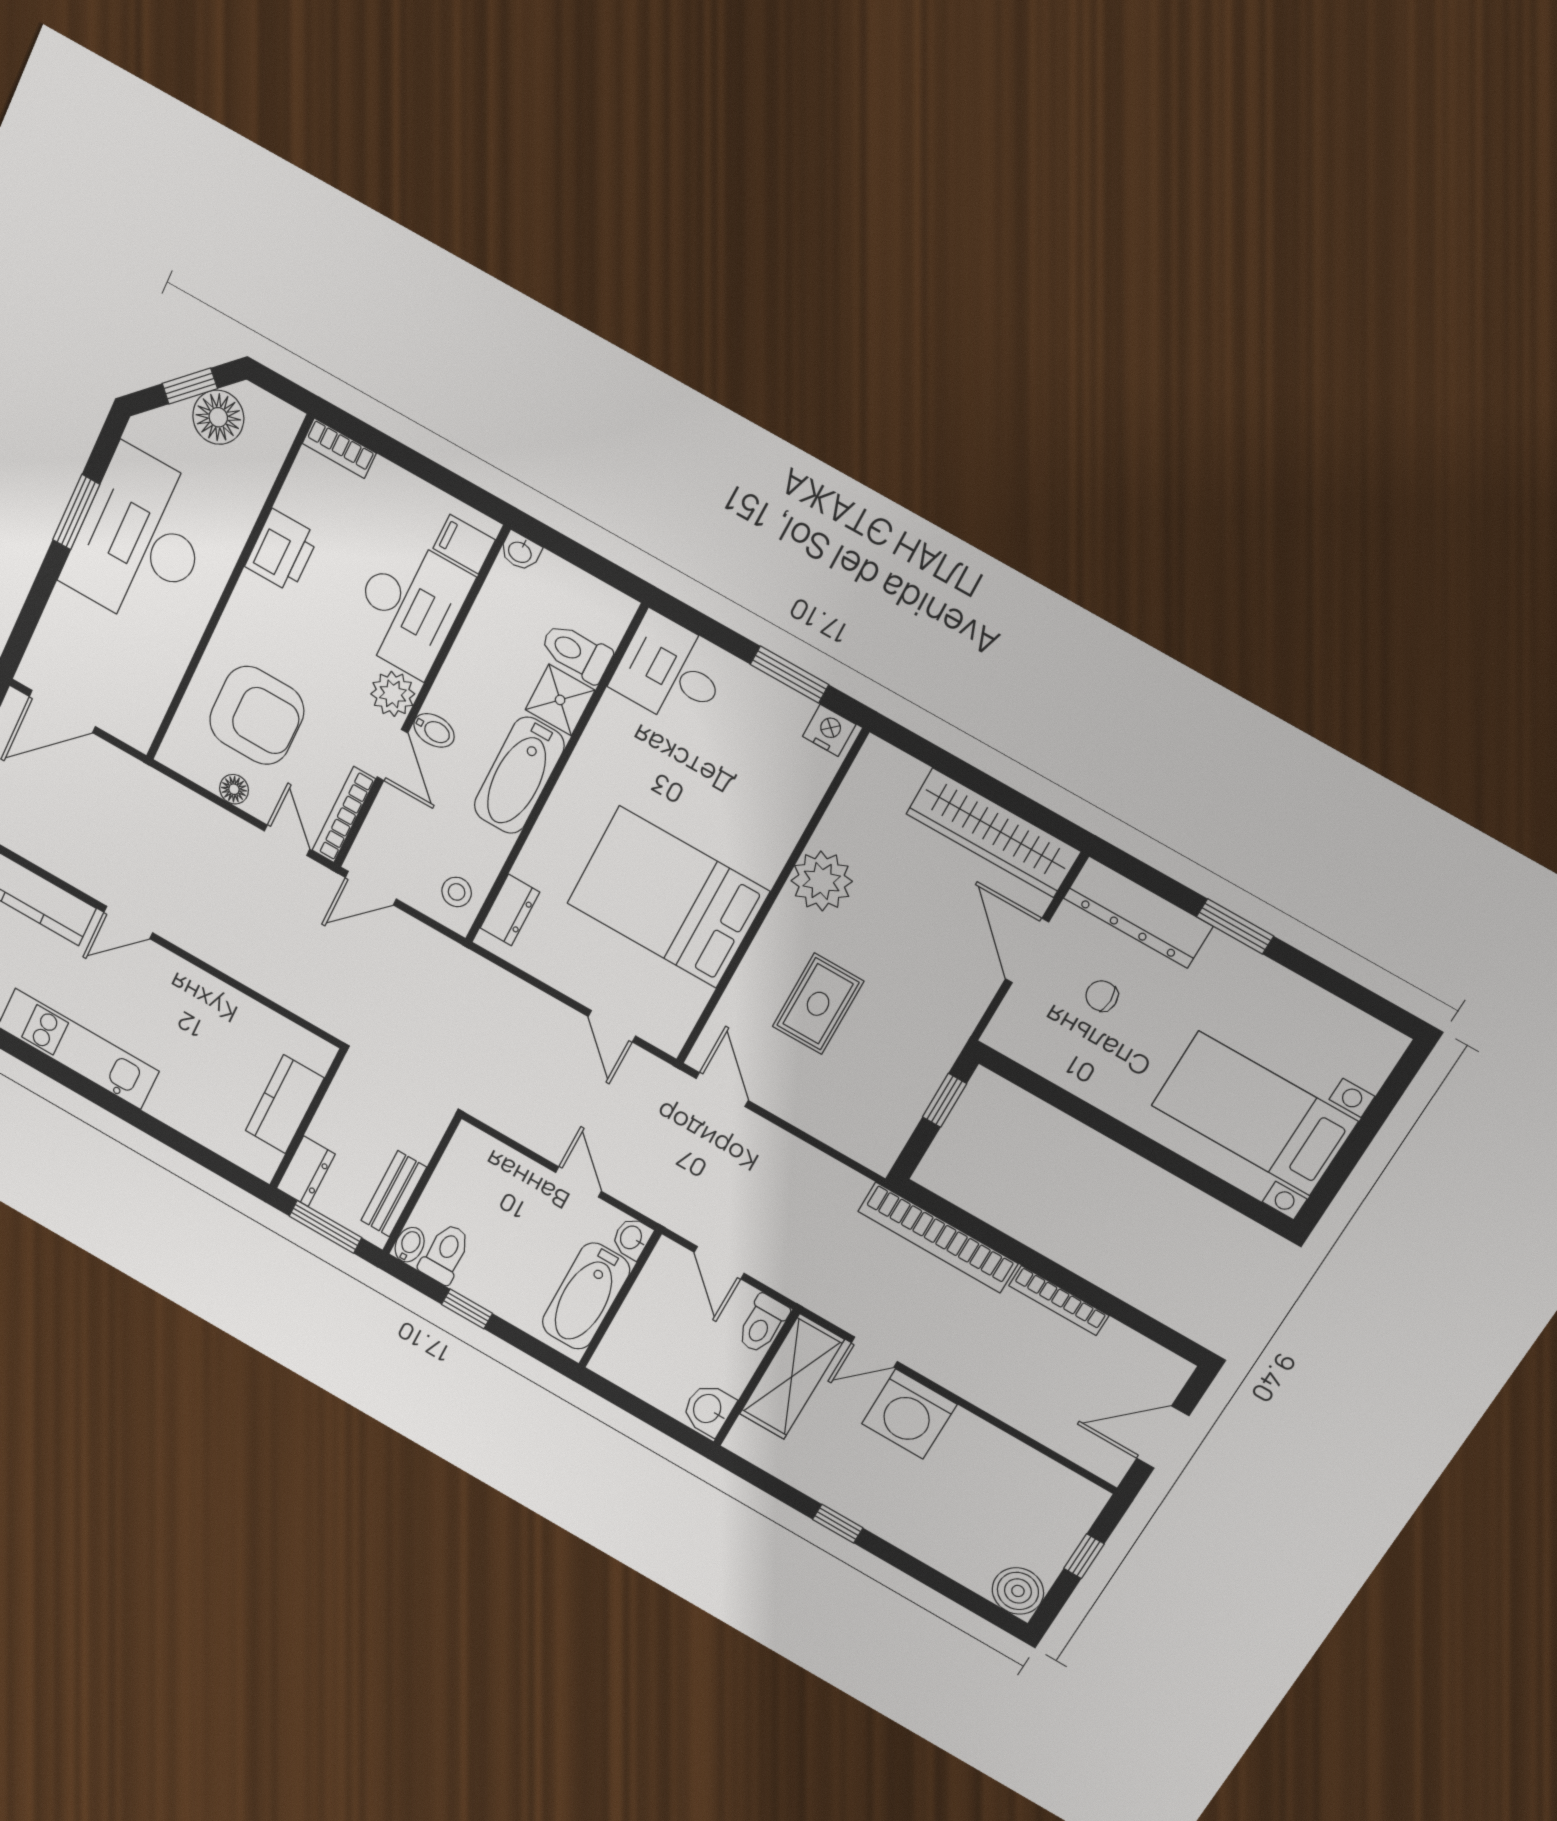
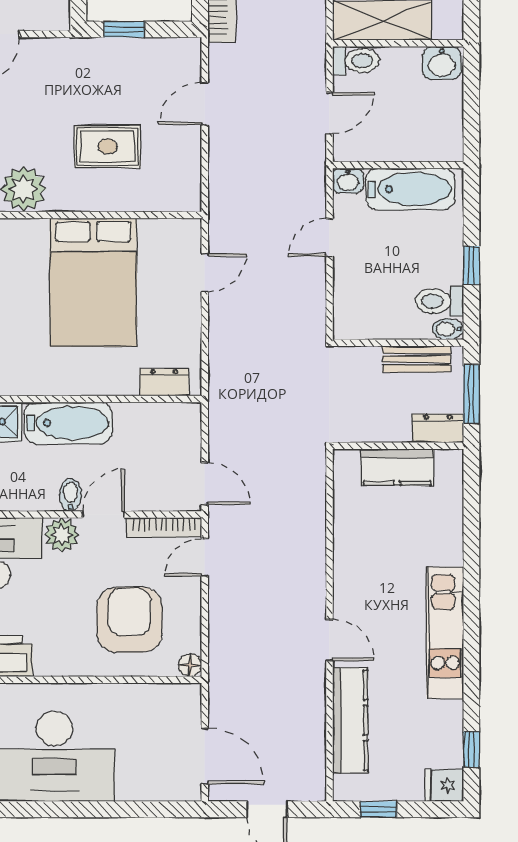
window: (76, 512) -> (61, 809), removed
floor lamp: (234, 789) -> (190, 665), moved
stool: (457, 892) -> (173, 424), removed
door: (722, 1089) -> (205, 104), moved

